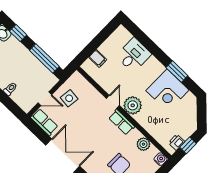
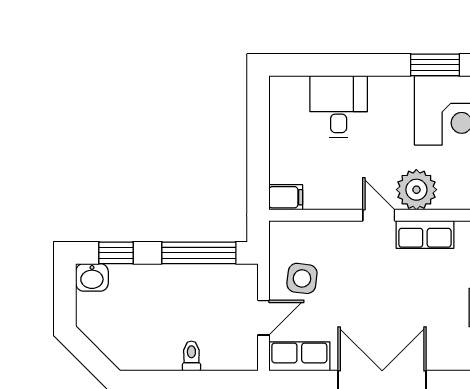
filing cabinet: (98, 58) -> (286, 197), moved

